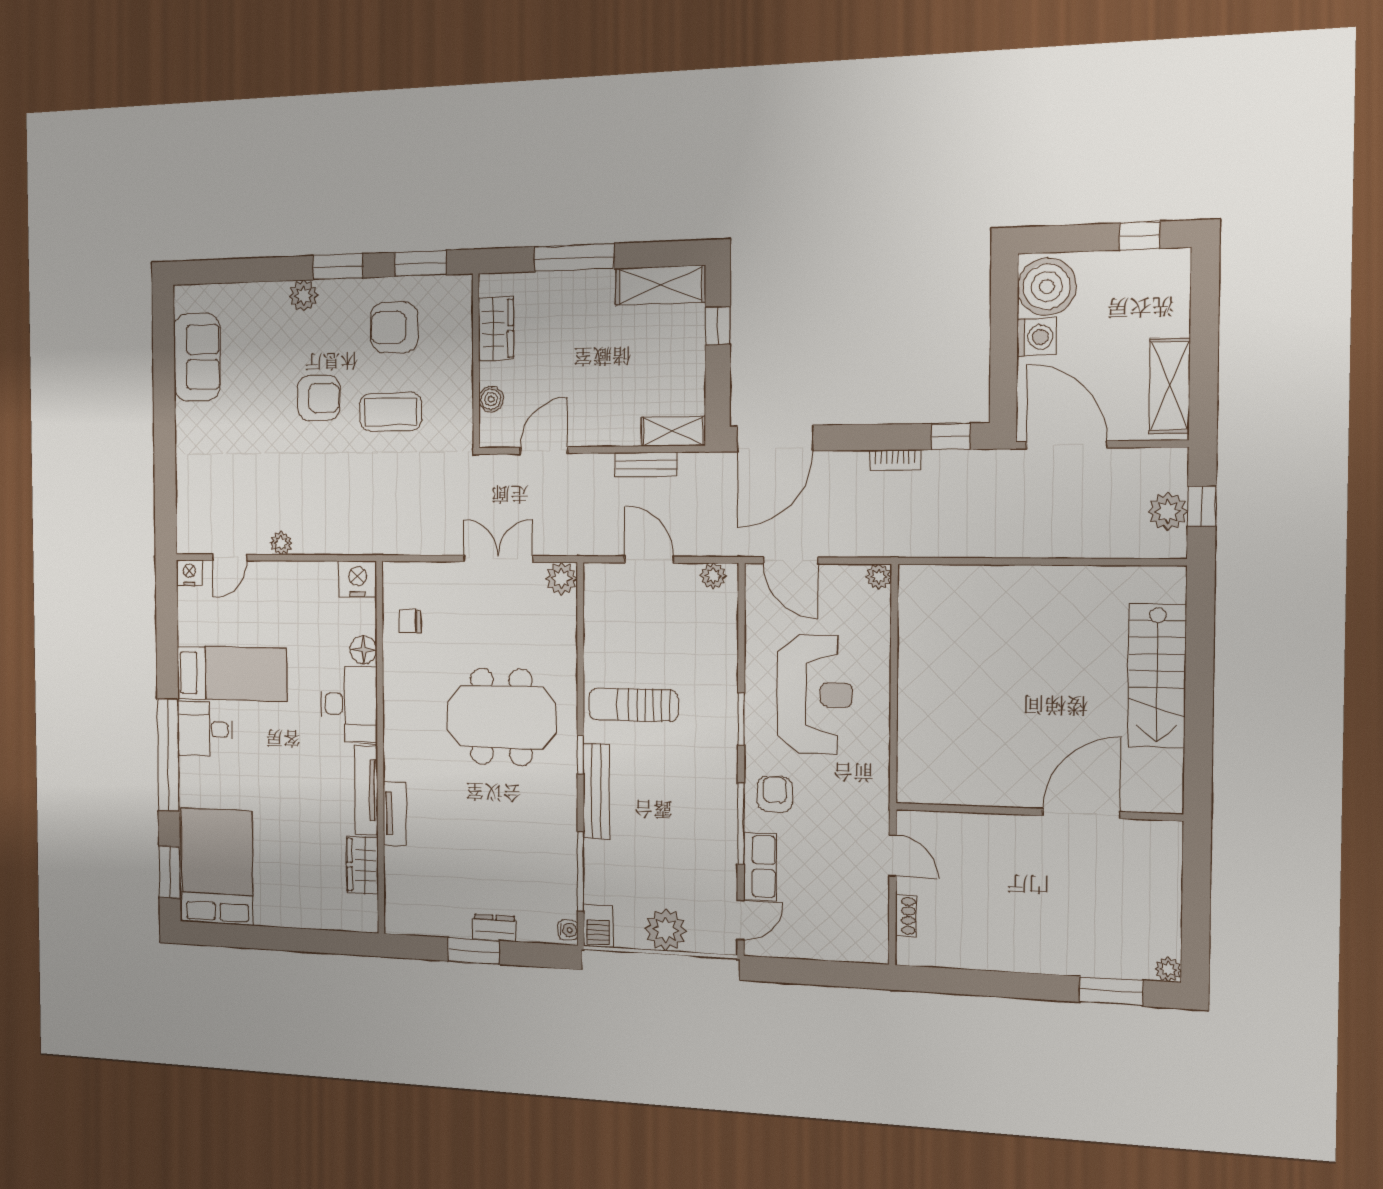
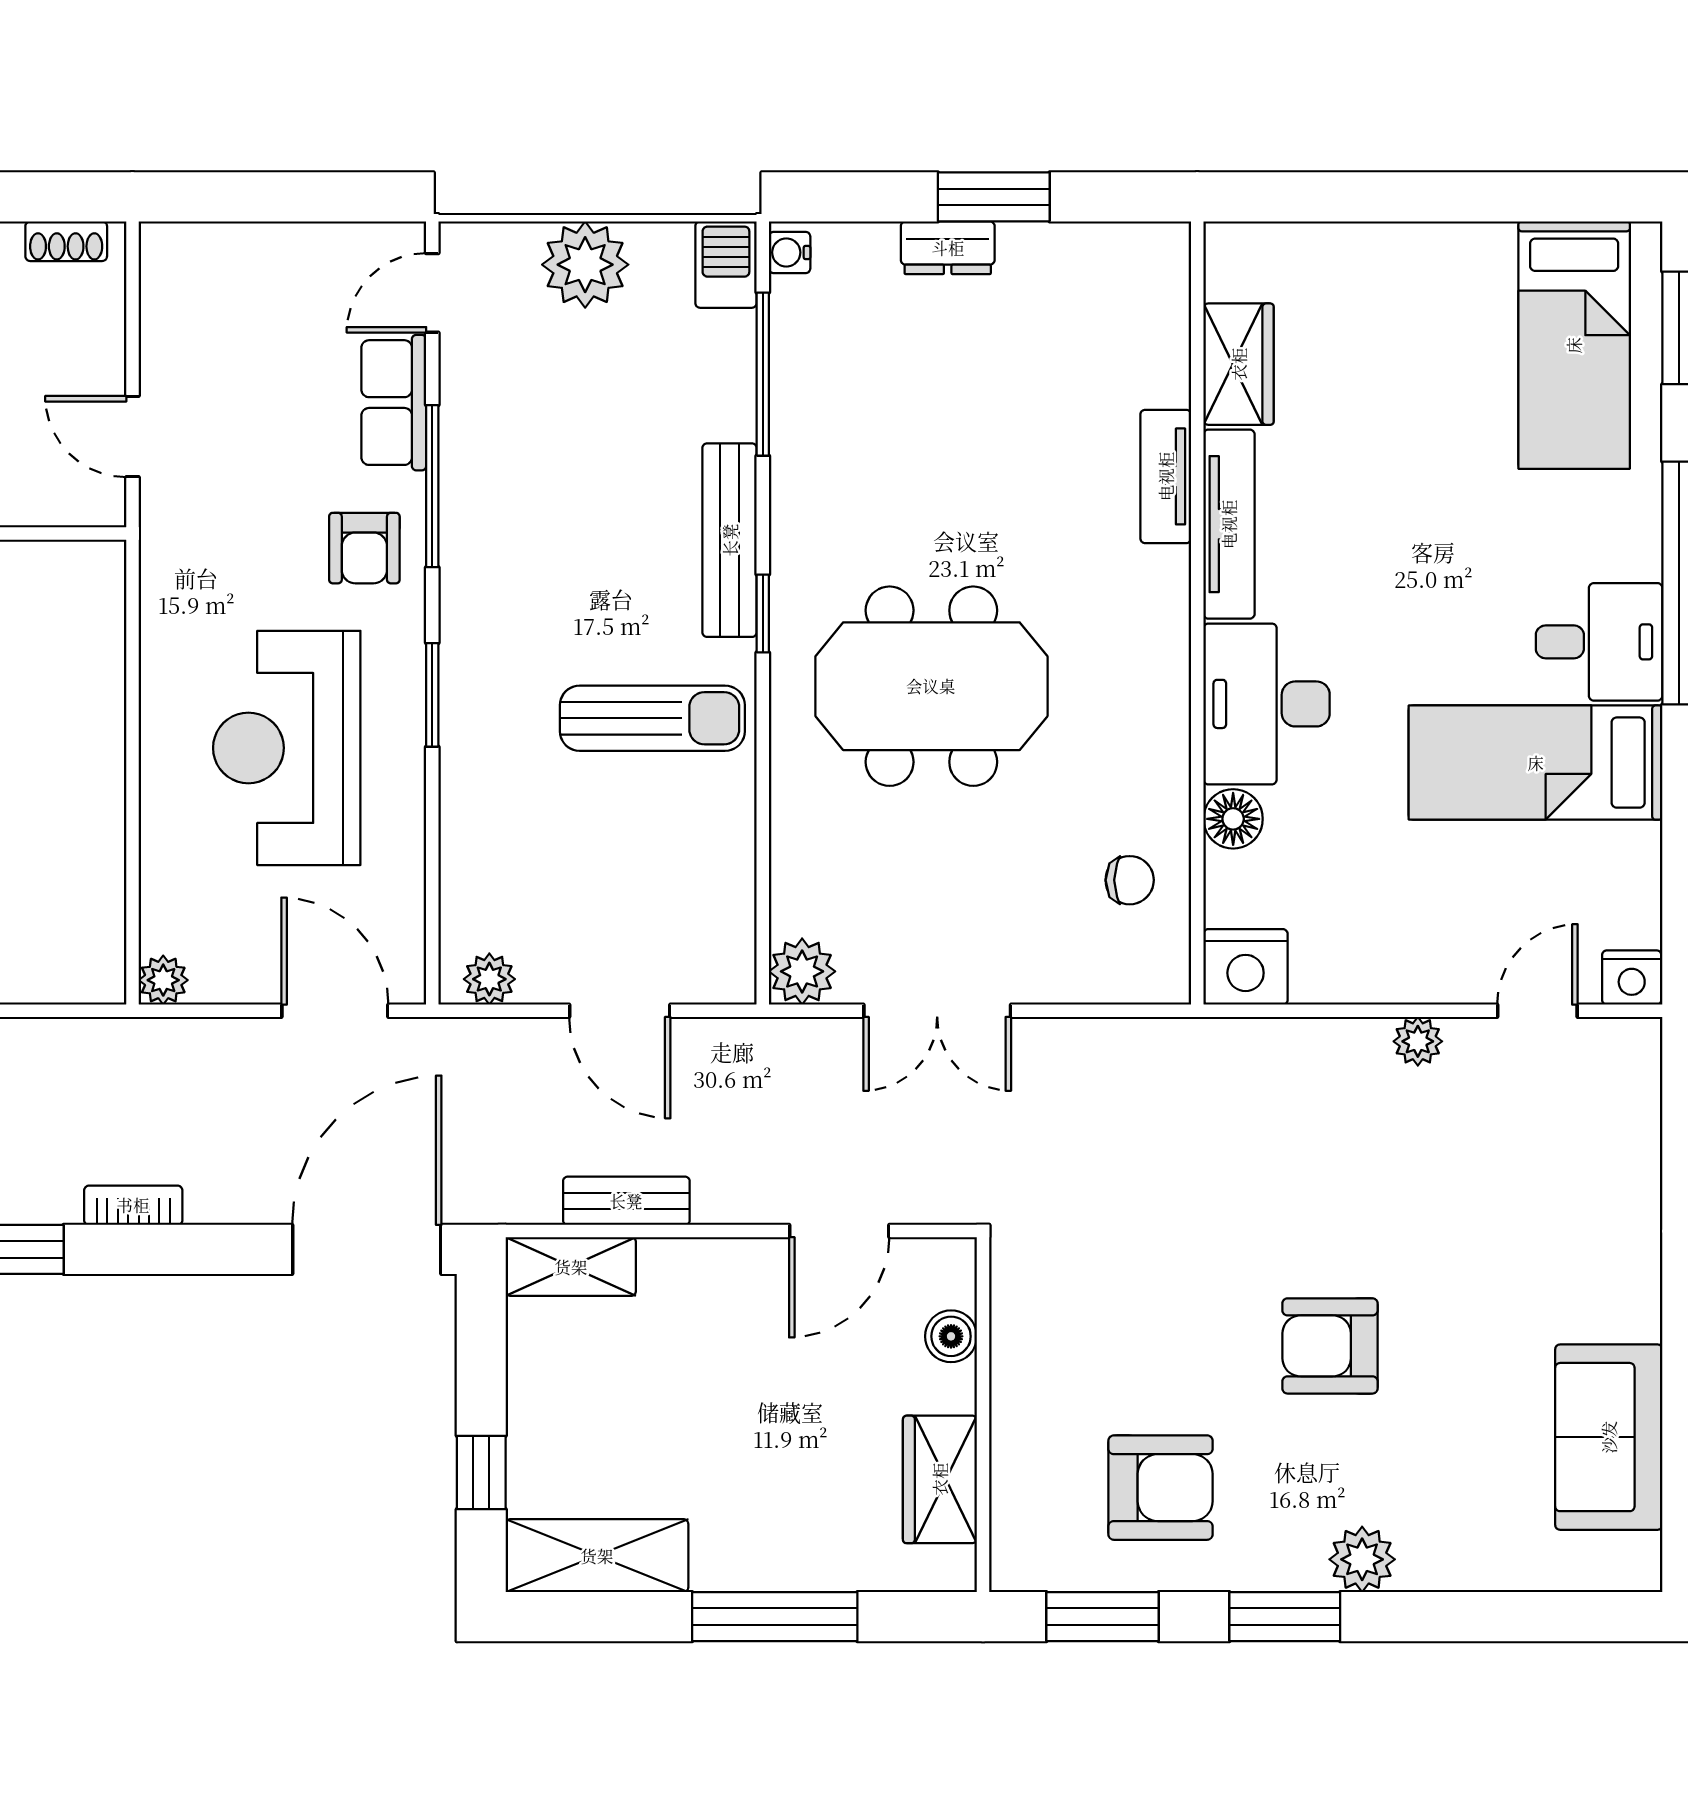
coffee table: (391, 412) -> (1170, 1314), removed
bed: (217, 867) -> (1574, 345), width x0.67
shoe rack: (906, 916) -> (66, 241), moved, turned -90

